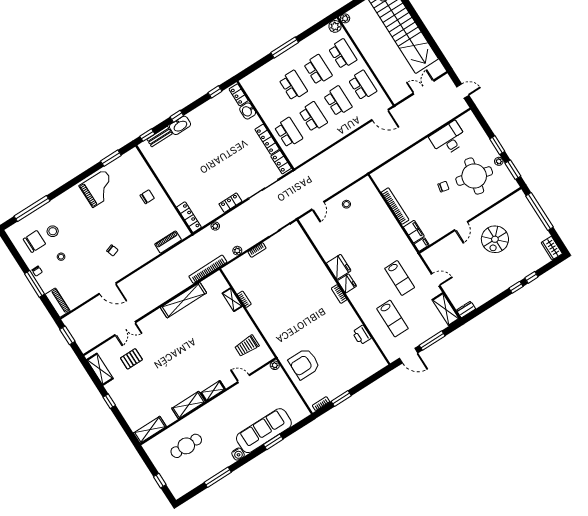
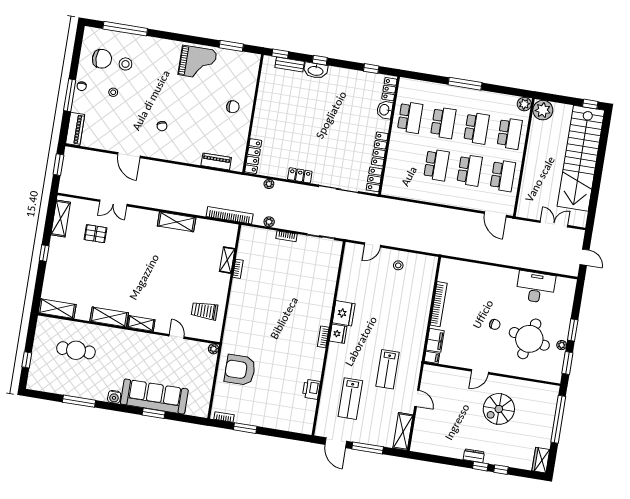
plant: (345, 18) -> (543, 110), width x1.87, depth x1.87
school desk: (288, 132) -> (410, 117), moved
shelving: (183, 300) -> (177, 222), width x0.68
dresser: (466, 309) -> (474, 456), moved

